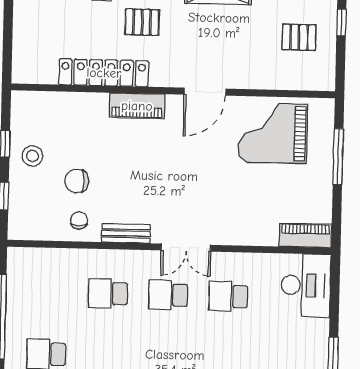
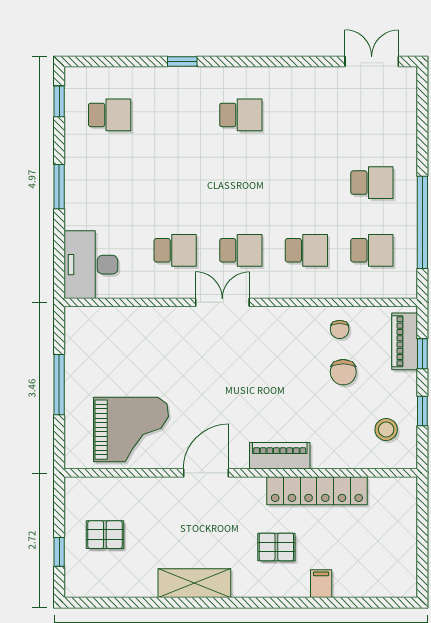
stool: (33, 156) -> (386, 430), moved
window: (338, 157) -> (59, 385), moved
chair: (77, 181) -> (343, 372), turned 90
bench: (126, 233) -> (288, 316), removed
piano: (305, 235) -> (405, 341), moved, turned 90
school desk: (48, 292) -> (372, 250), added

